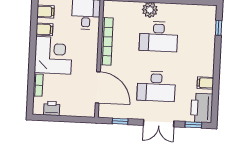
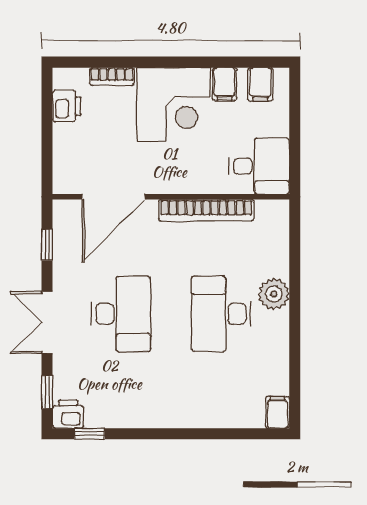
window: (219, 28) -> (89, 434), moved
filing cabinet: (205, 83) -> (277, 412), moved
desk: (156, 86) -> (121, 314), turned 180
printer: (202, 108) -> (68, 414), width x0.53, depth x0.68

